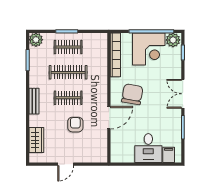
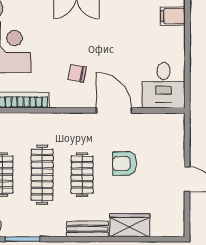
chair: (132, 94) -> (77, 73), width x0.54, depth x0.54
wardrobe: (36, 140) -> (130, 225), moved
desk: (148, 148) -> (164, 85), moved, turned 90

